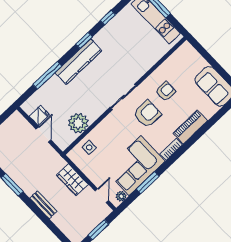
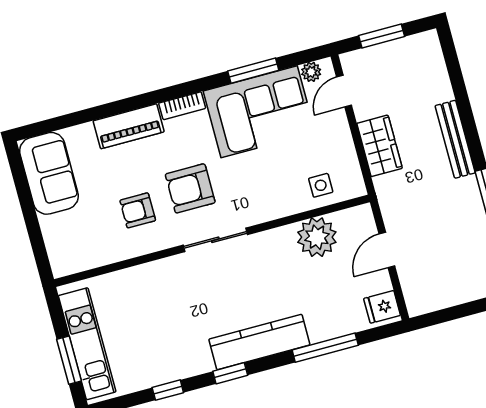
fridge: (39, 116) -> (382, 307), moved
bench: (43, 205) -> (455, 139), width x1.36

